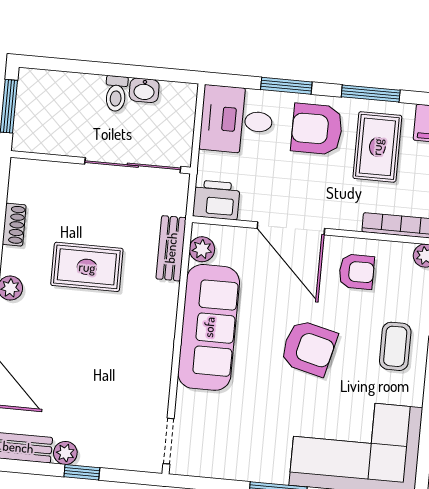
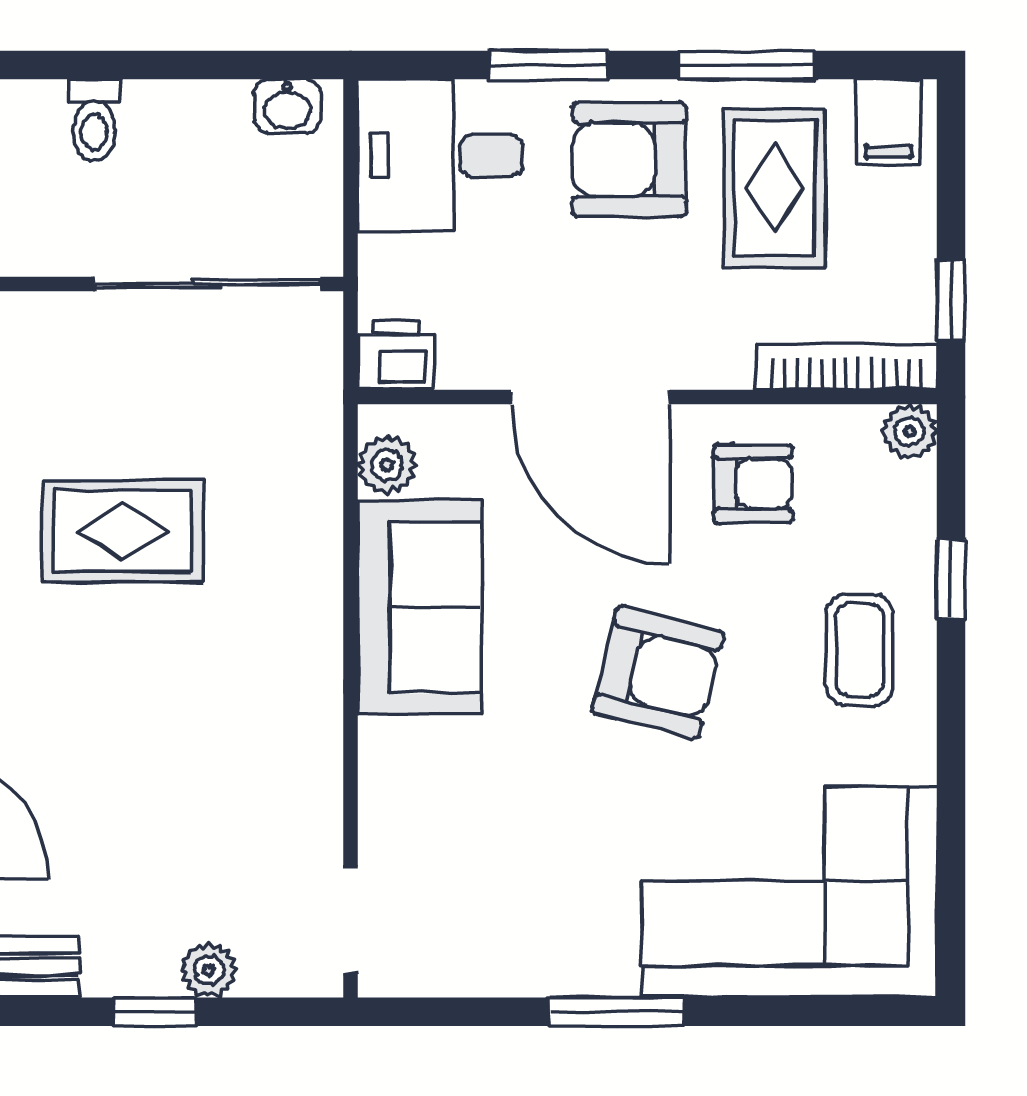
washbasin: (144, 90) -> (287, 106), moved
toilet: (116, 94) -> (94, 120), moved
printer: (216, 200) -> (396, 355), width x0.73, depth x0.81
bench: (171, 248) -> (315, 469), removed
sofa: (209, 327) -> (420, 607), width x0.73
plant: (65, 453) -> (209, 970), moved

